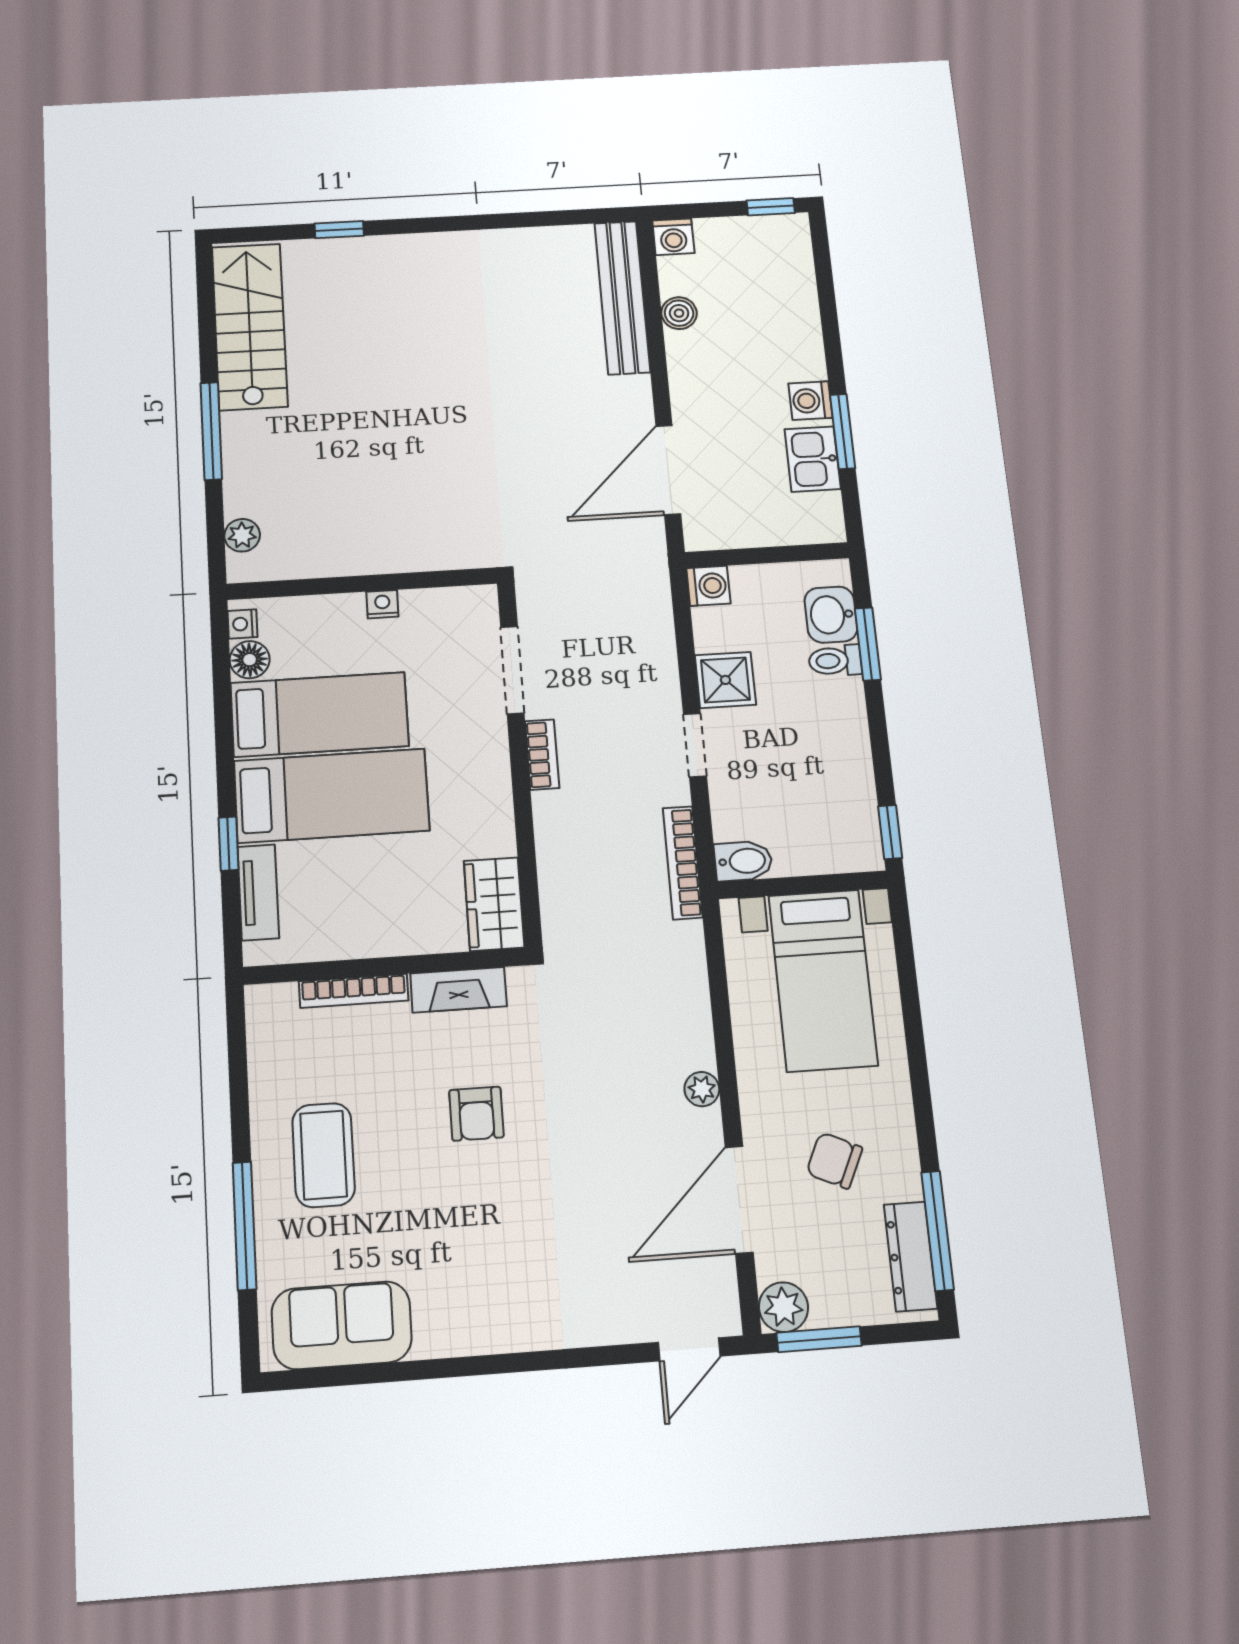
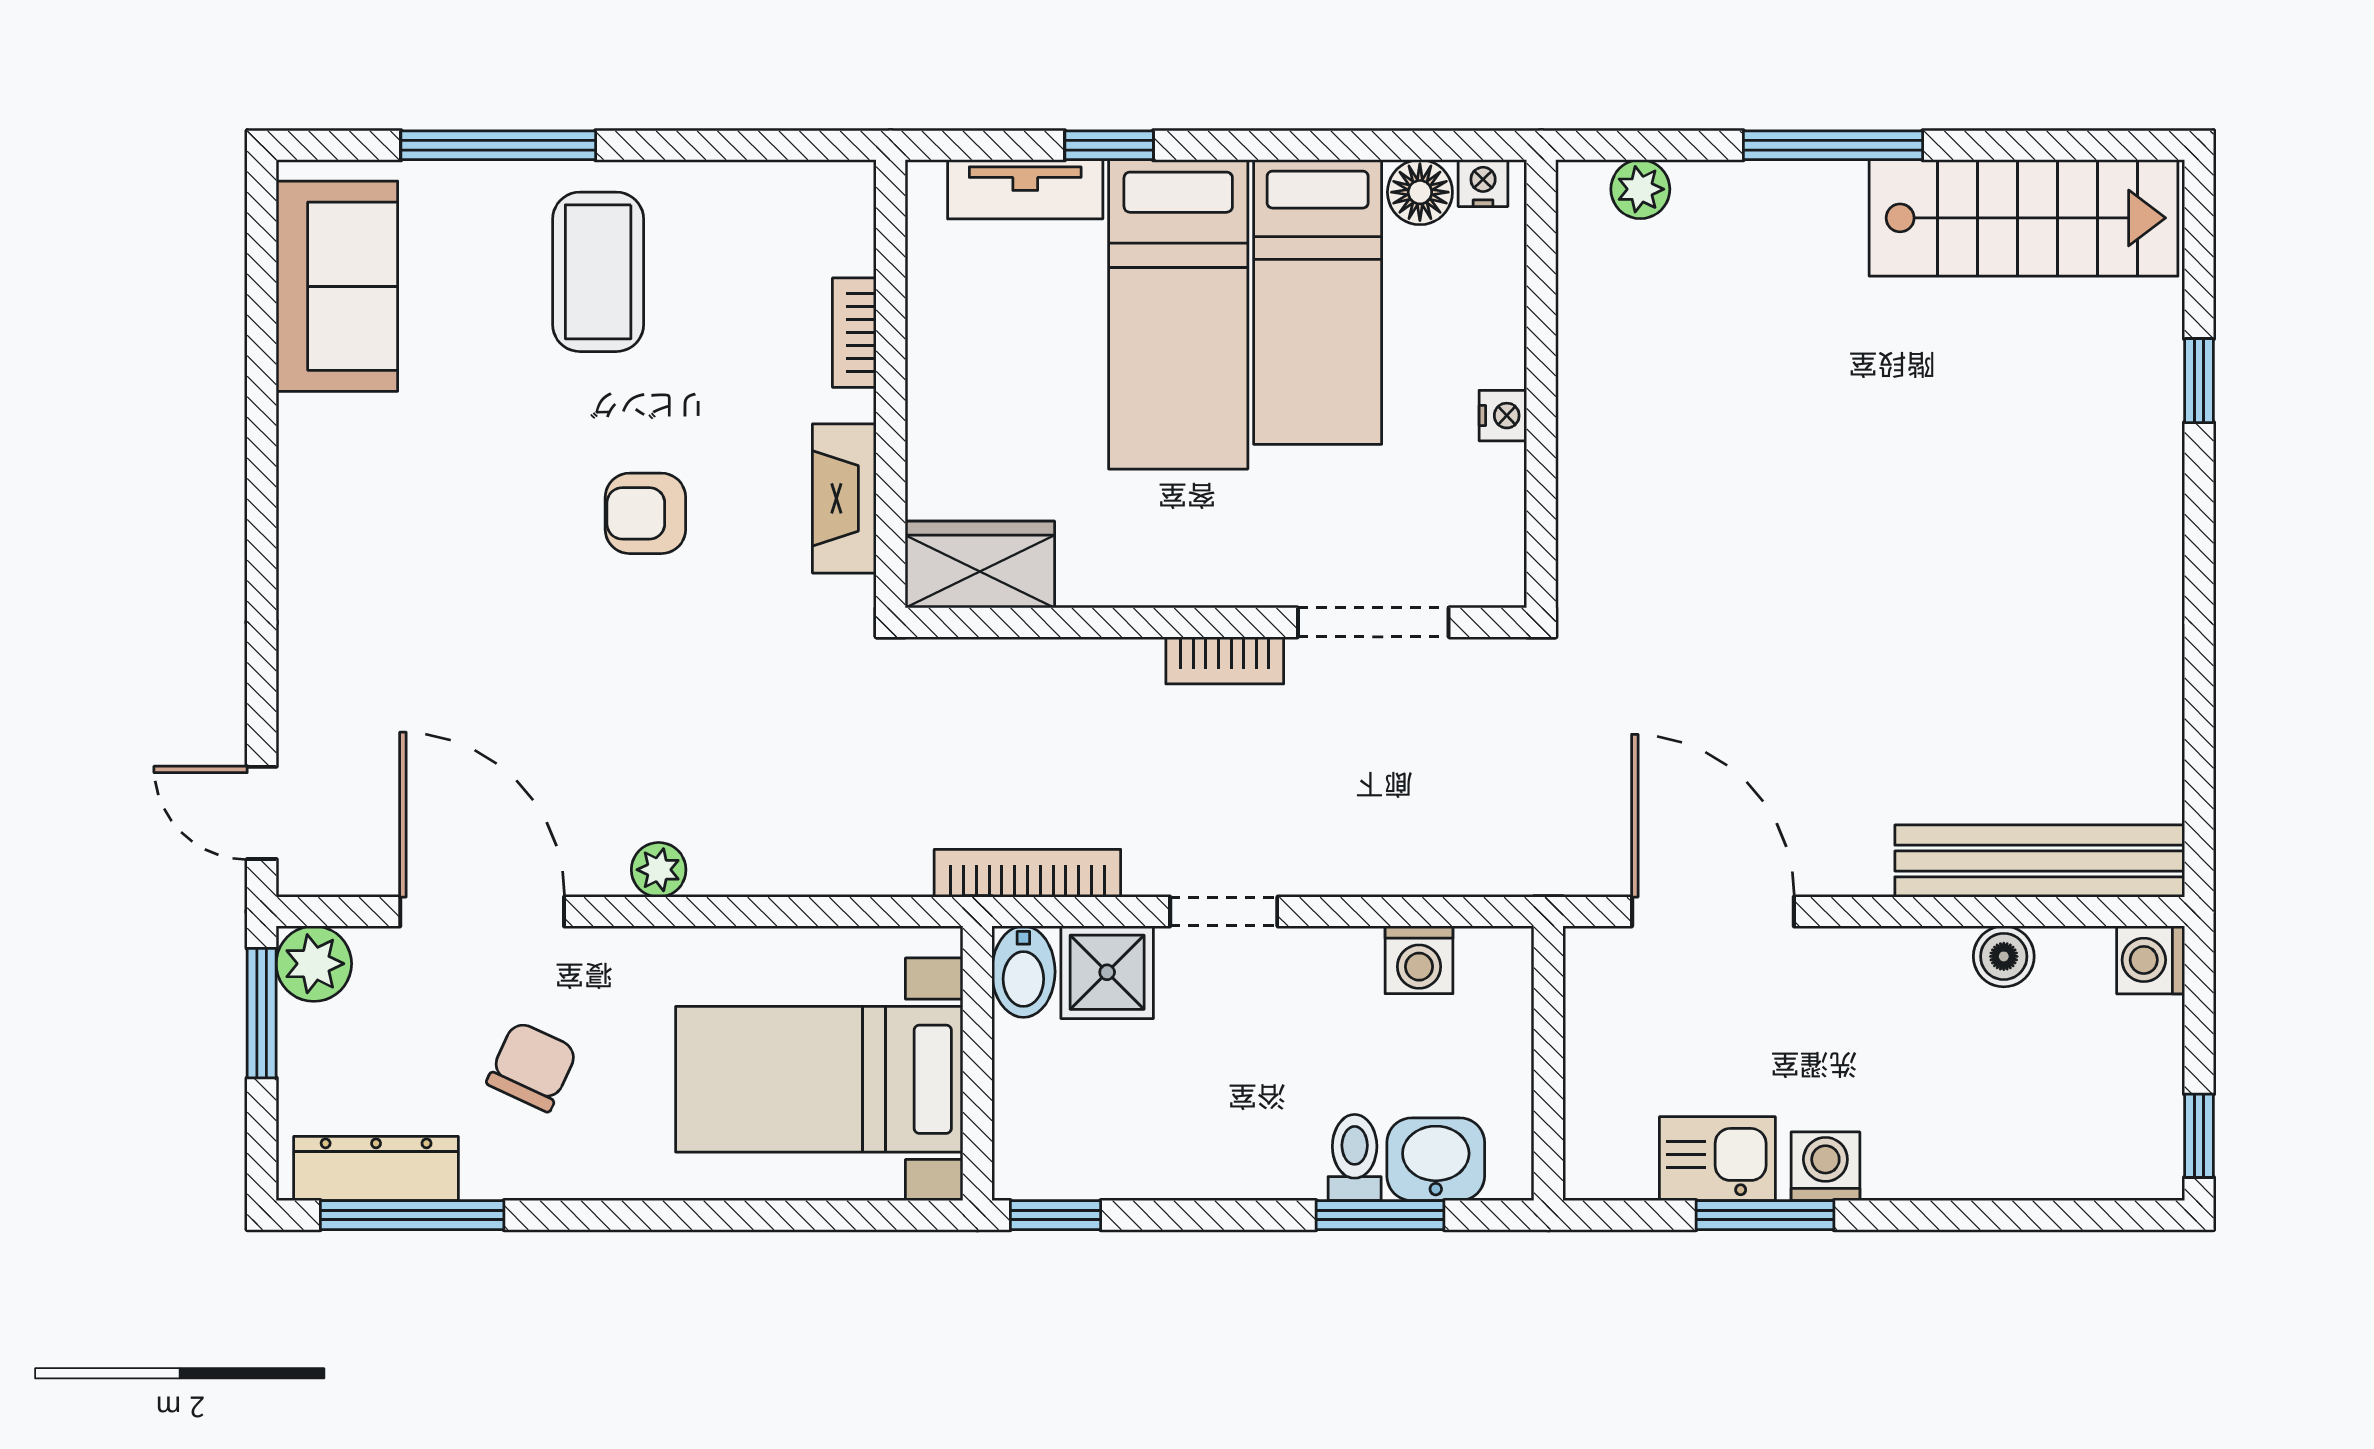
washing machine: (708, 586) -> (1419, 960), moved
shower: (725, 680) -> (1107, 972), moved
bookcase: (354, 991) -> (854, 333), width x0.64
coffee table: (323, 1155) -> (598, 272), turned 90

